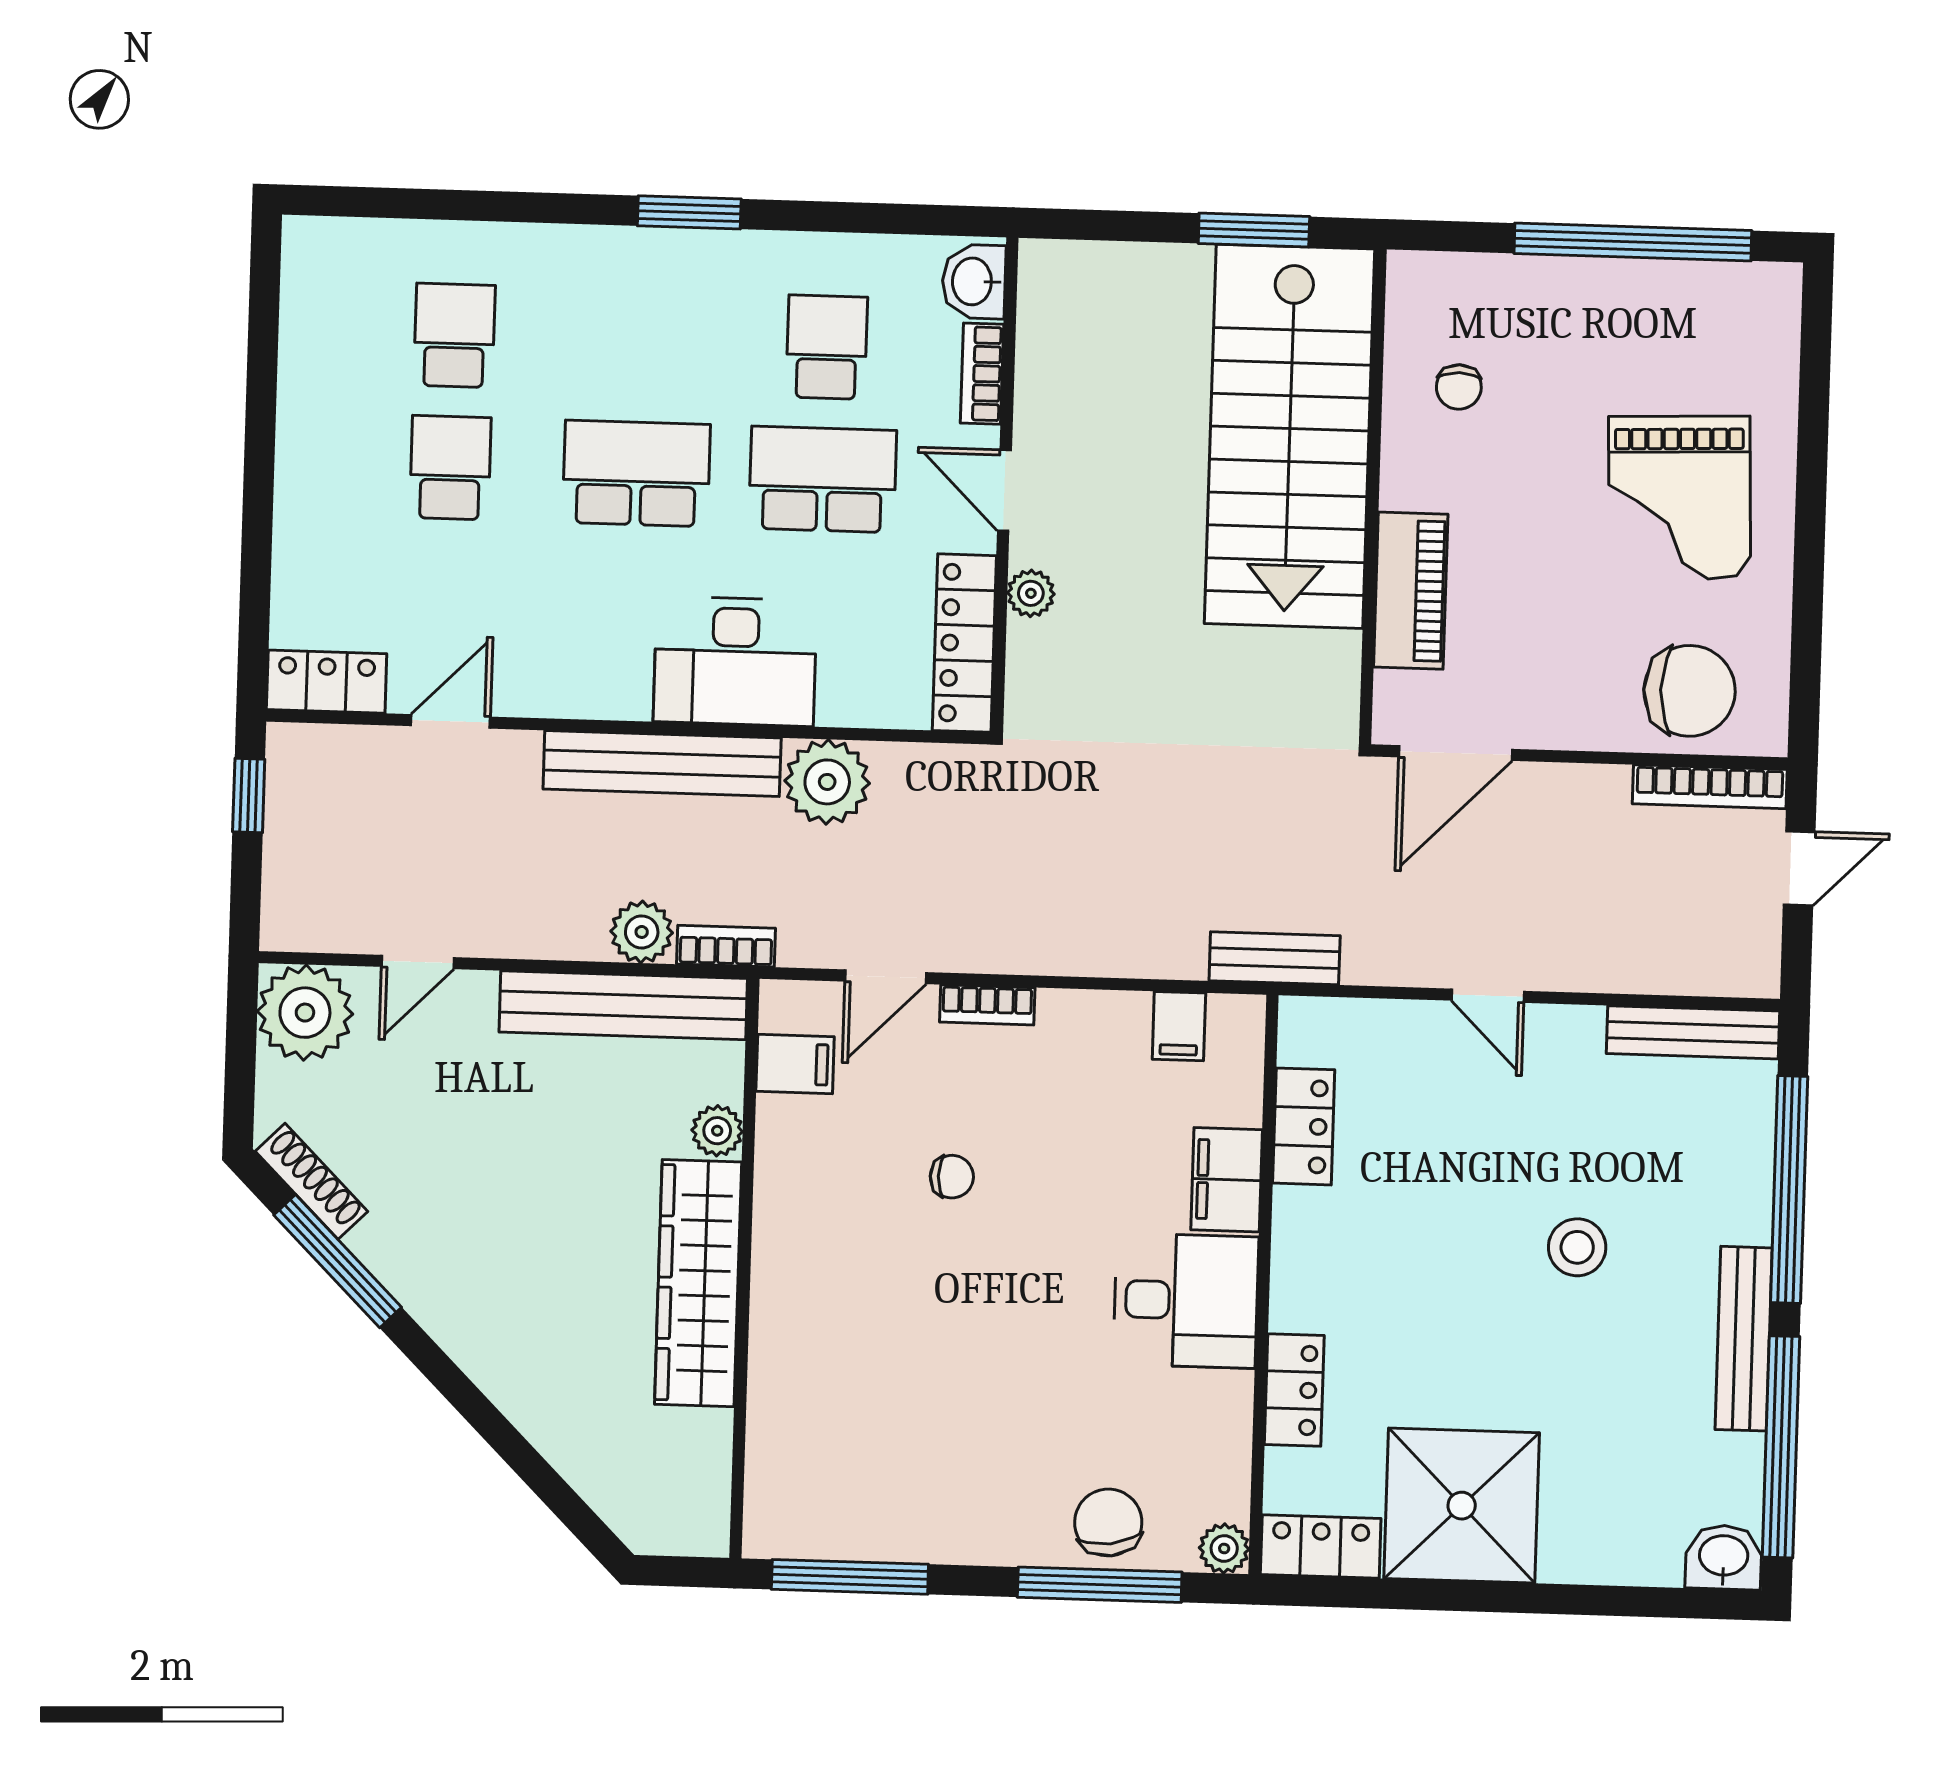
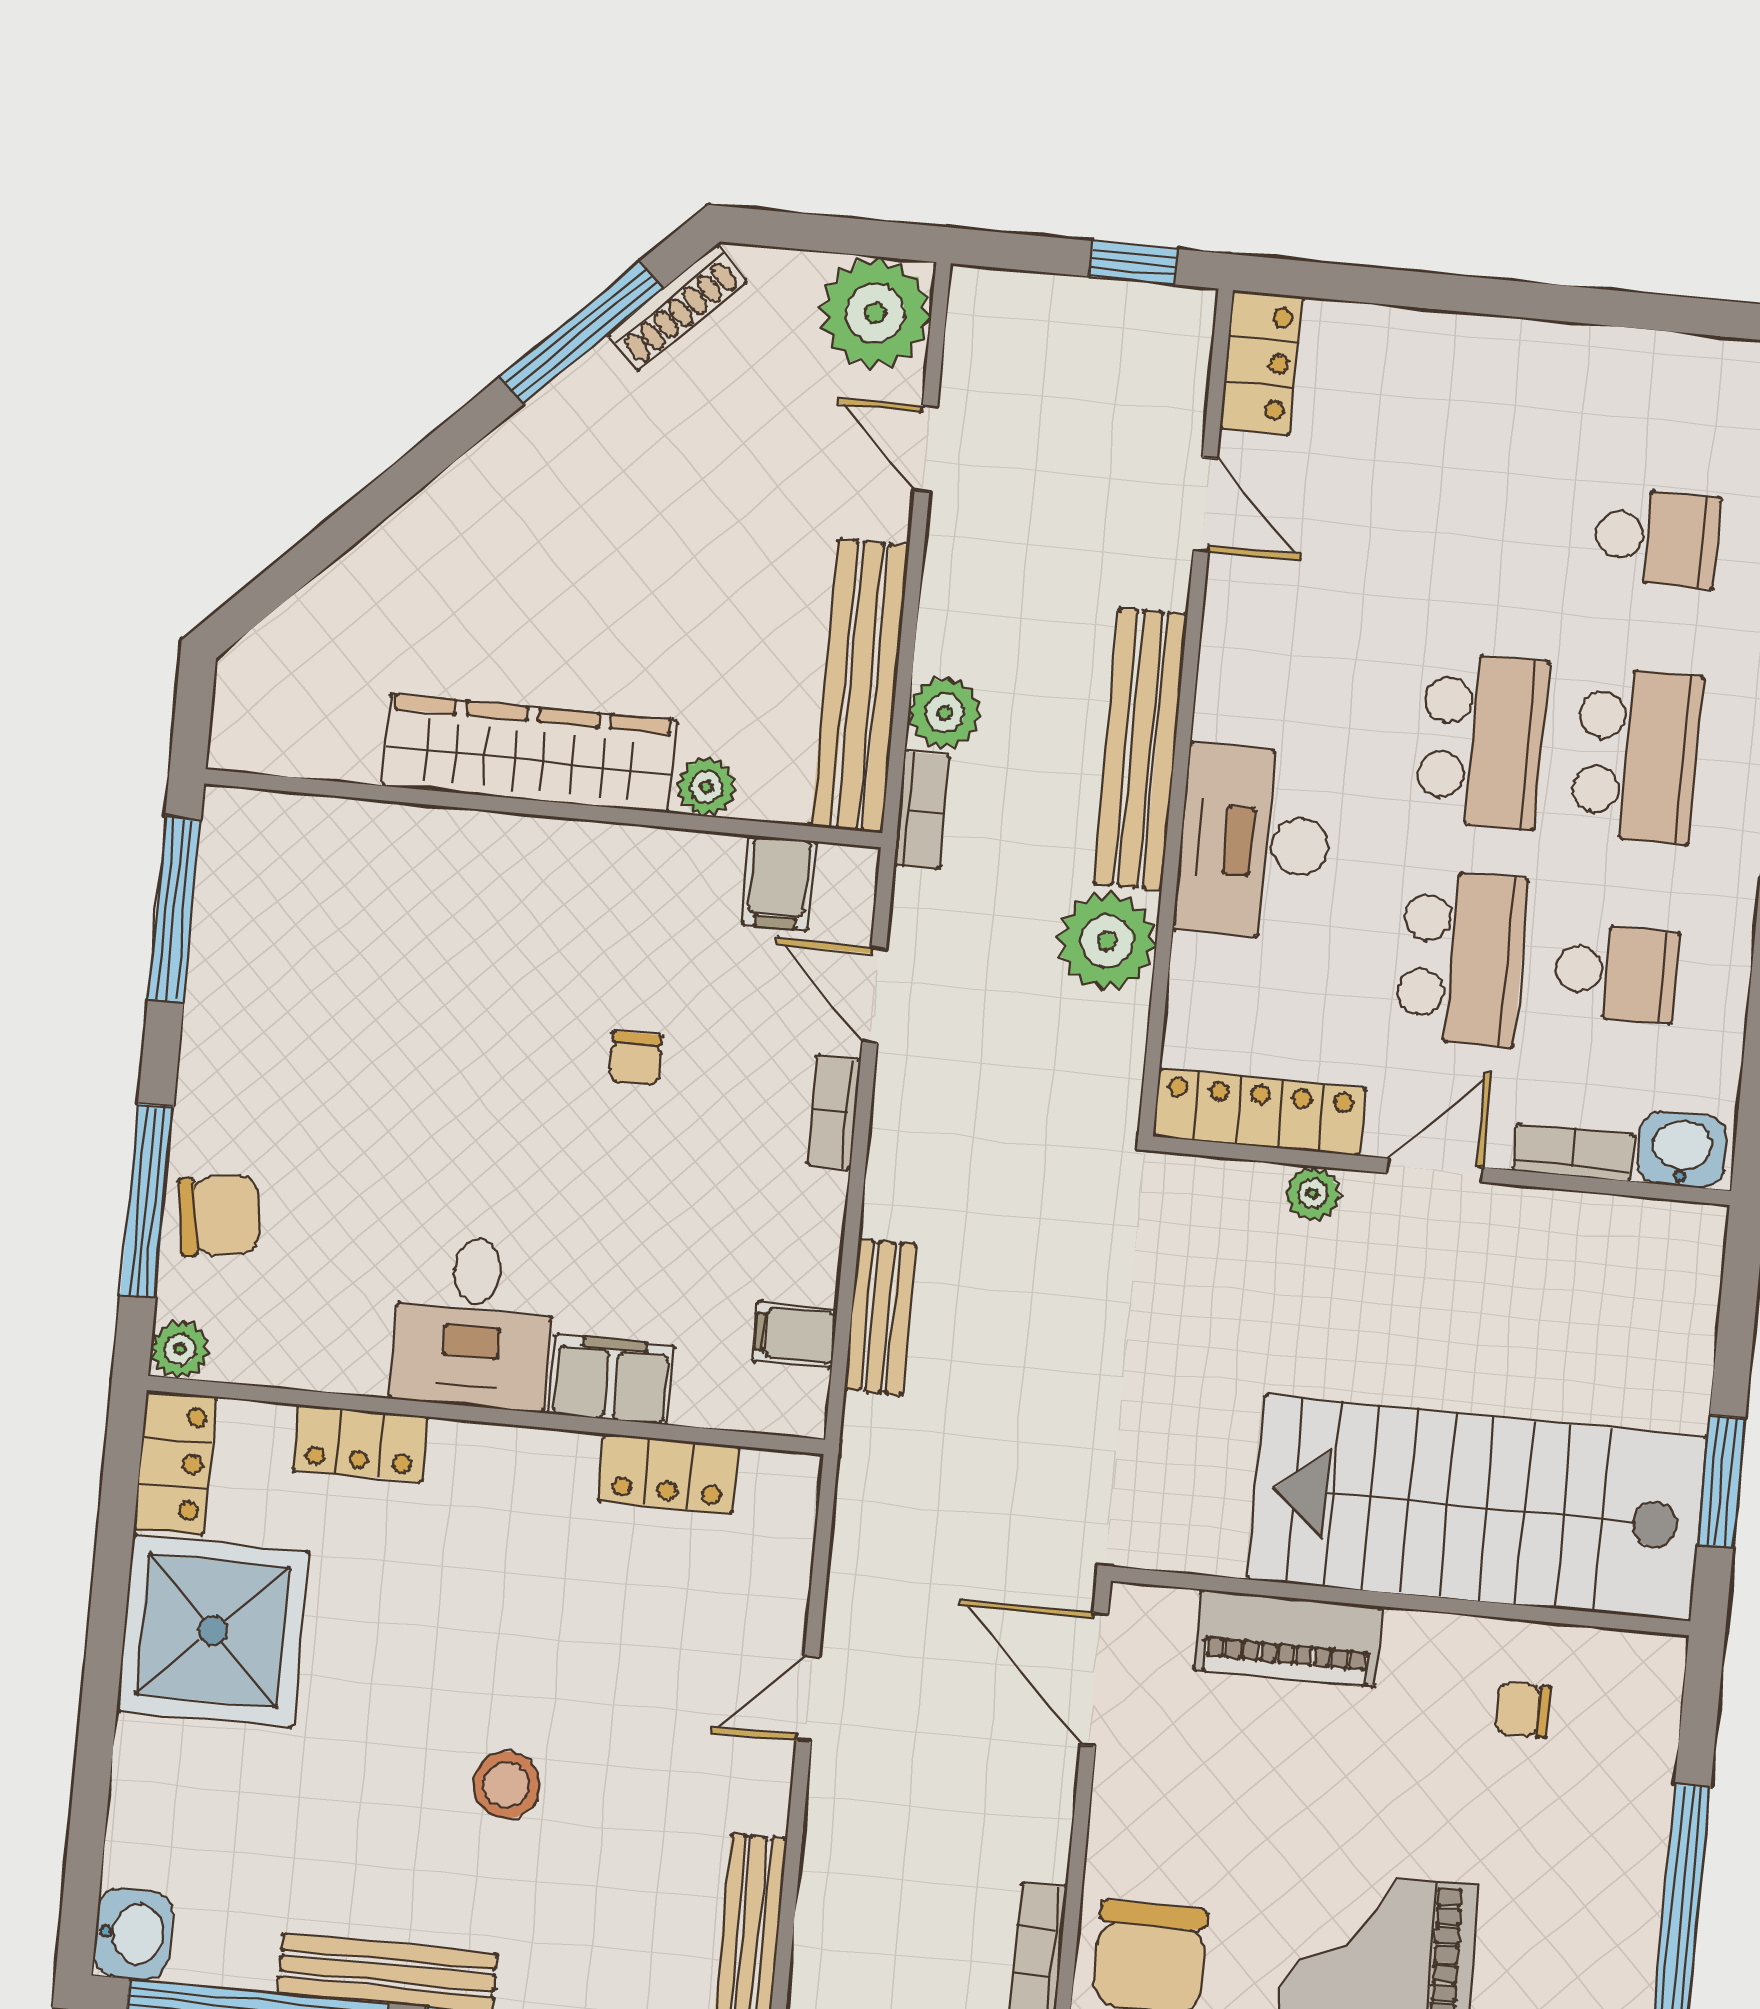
school desk: (450, 468) -> (1636, 755), moved, width x1.85
bench: (1275, 958) -> (880, 1317), moved

